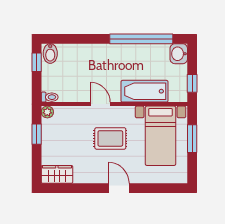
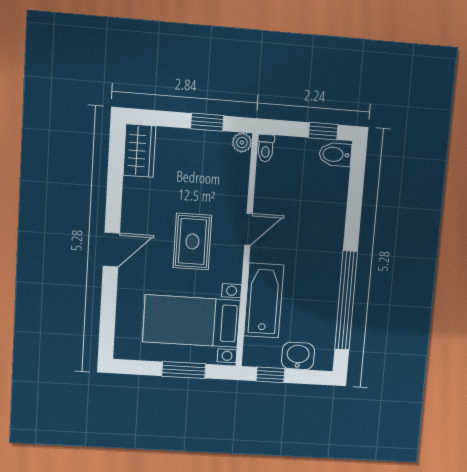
washbasin: (179, 54) -> (298, 356), moved

